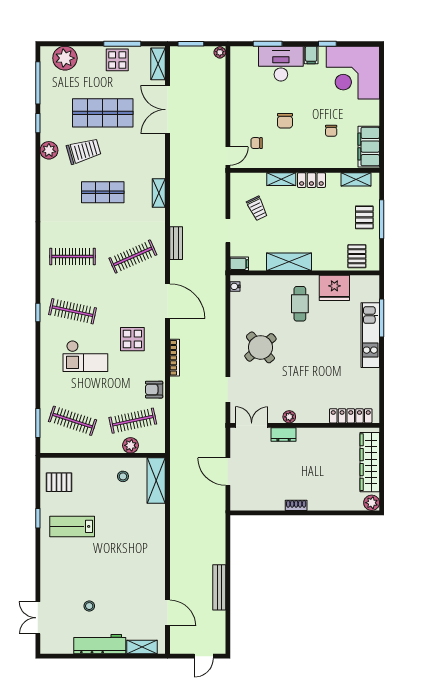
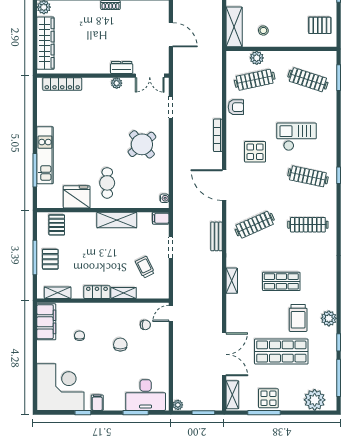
desk: (281, 64) -> (146, 395), moved
trolley: (84, 151) -> (298, 318), turned -74

